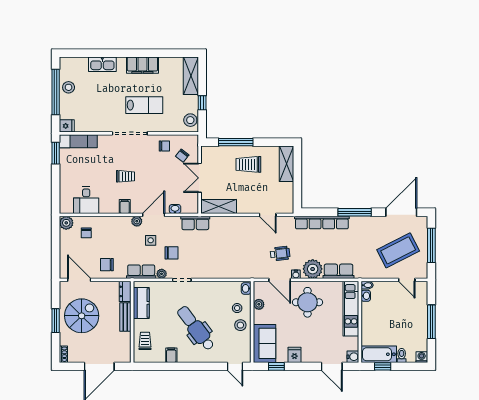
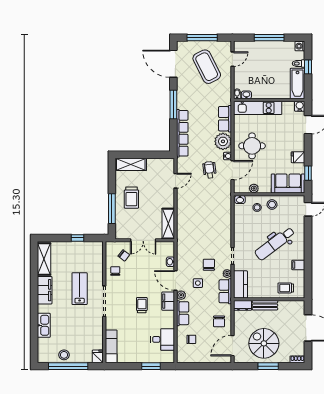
shelving: (191, 76) -> (44, 259), moved, turned 90
stool: (190, 120) -> (93, 248), removed
window: (56, 153) -> (151, 366), moved
filing cabinet: (125, 206) -> (168, 301), width x2.00
plant: (66, 223) -> (183, 357), removed
row of seats: (195, 223) -> (183, 313), moved
kitchen counter: (141, 303) -> (240, 284), moved, turned 90
window: (383, 366) -> (308, 67), moved

